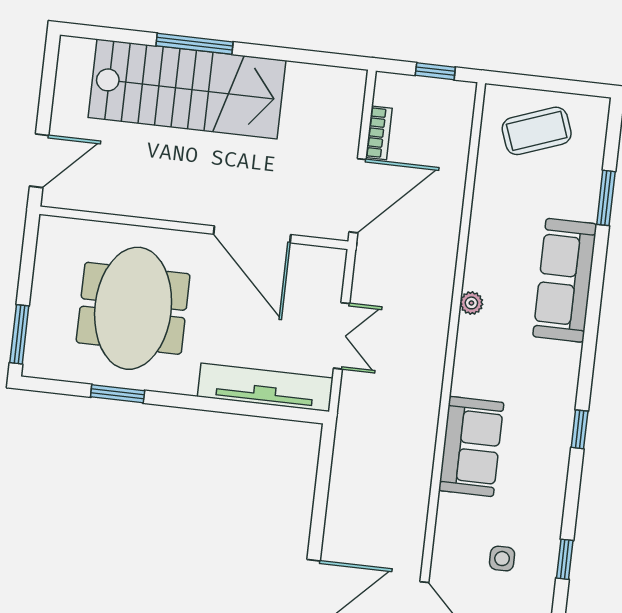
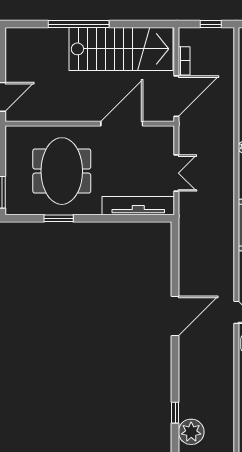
window: (194, 44) -> (79, 24), width x1.46
stairs: (187, 89) -> (121, 49), moved
door: (252, 234) -> (122, 124), swing flipped

